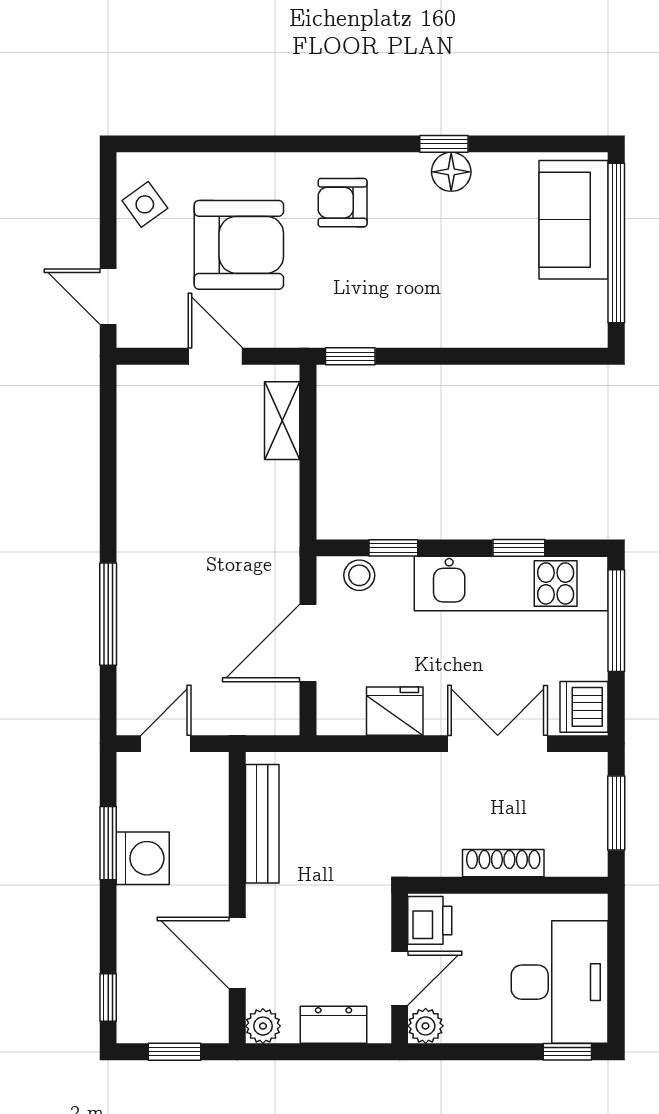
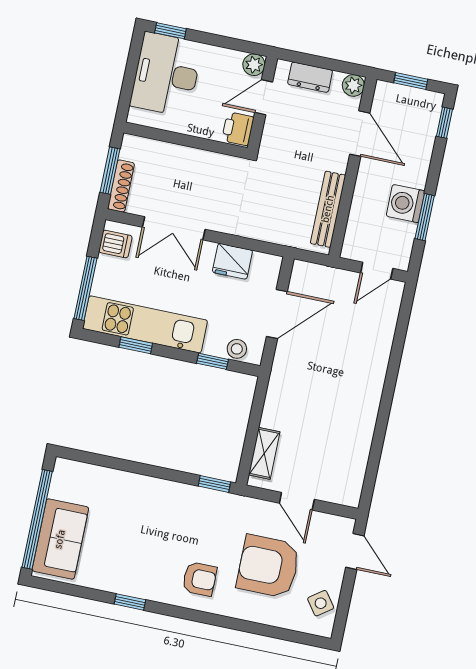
floor lamp: (451, 172) -> (129, 584), removed
window: (108, 614) -> (395, 357), removed
dishwasher: (584, 707) -> (115, 244), width x0.73
shoe rack: (503, 863) -> (121, 186), moved, turned -90

